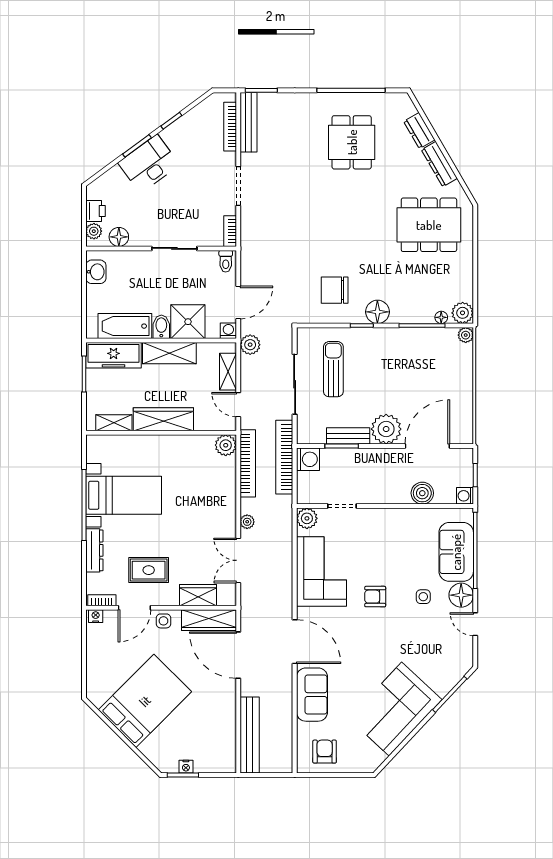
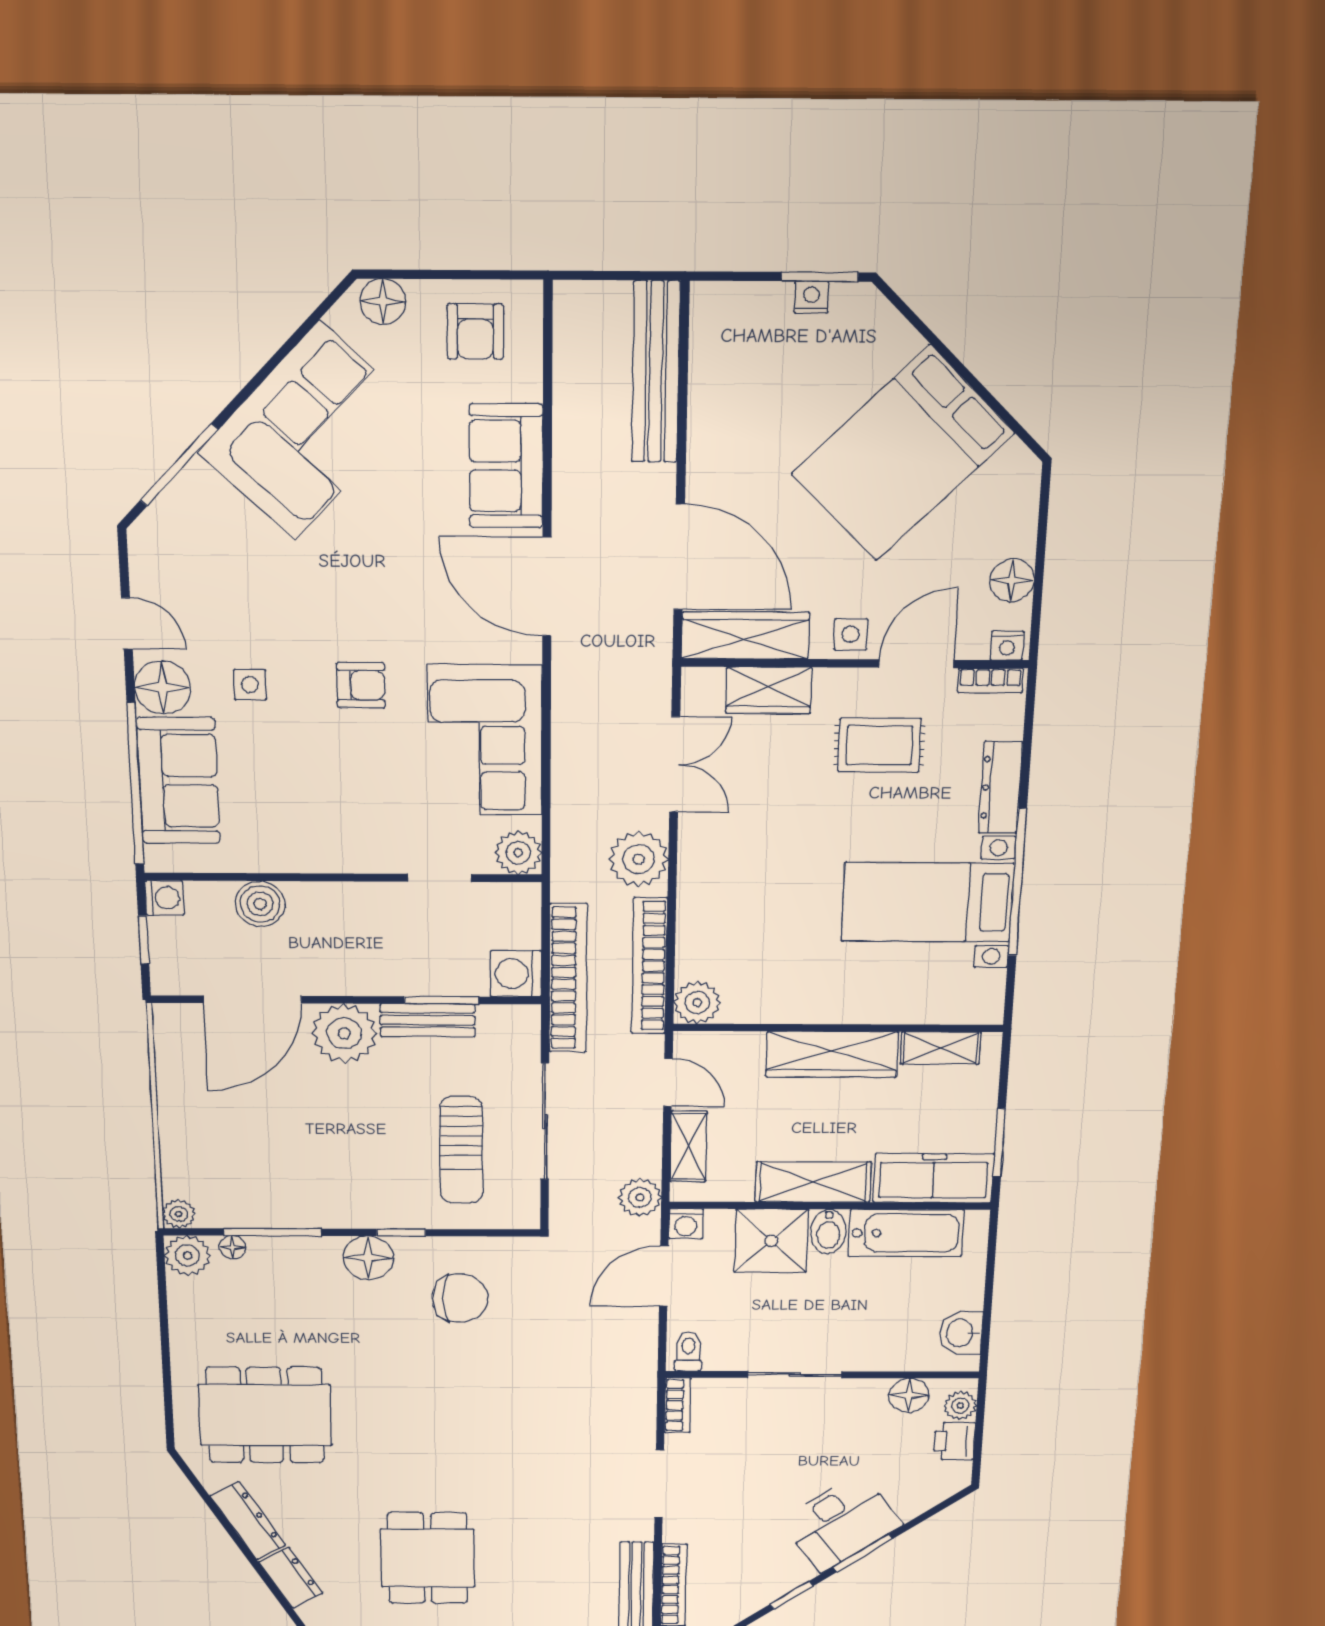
plant: (247, 522) -> (639, 859), width x1.88, depth x1.88
floor lamp: (95, 646) -> (1012, 580), added
floor lamp: (363, 764) -> (383, 302), added

